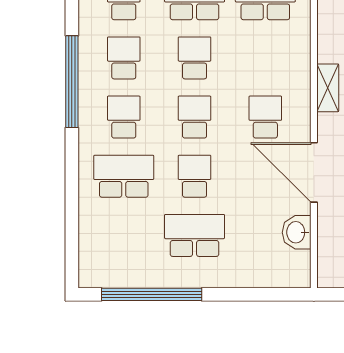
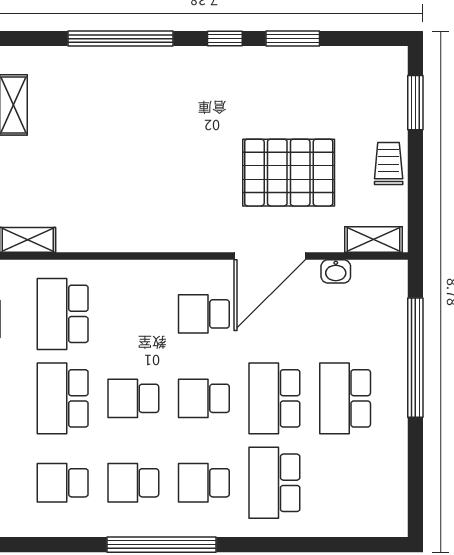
shelving: (328, 88) -> (373, 240), moved
school desk: (195, 176) -> (274, 398), width x1.85
washbasin: (297, 232) -> (336, 271), width x0.72, depth x0.69
window: (152, 294) -> (415, 358), moved

